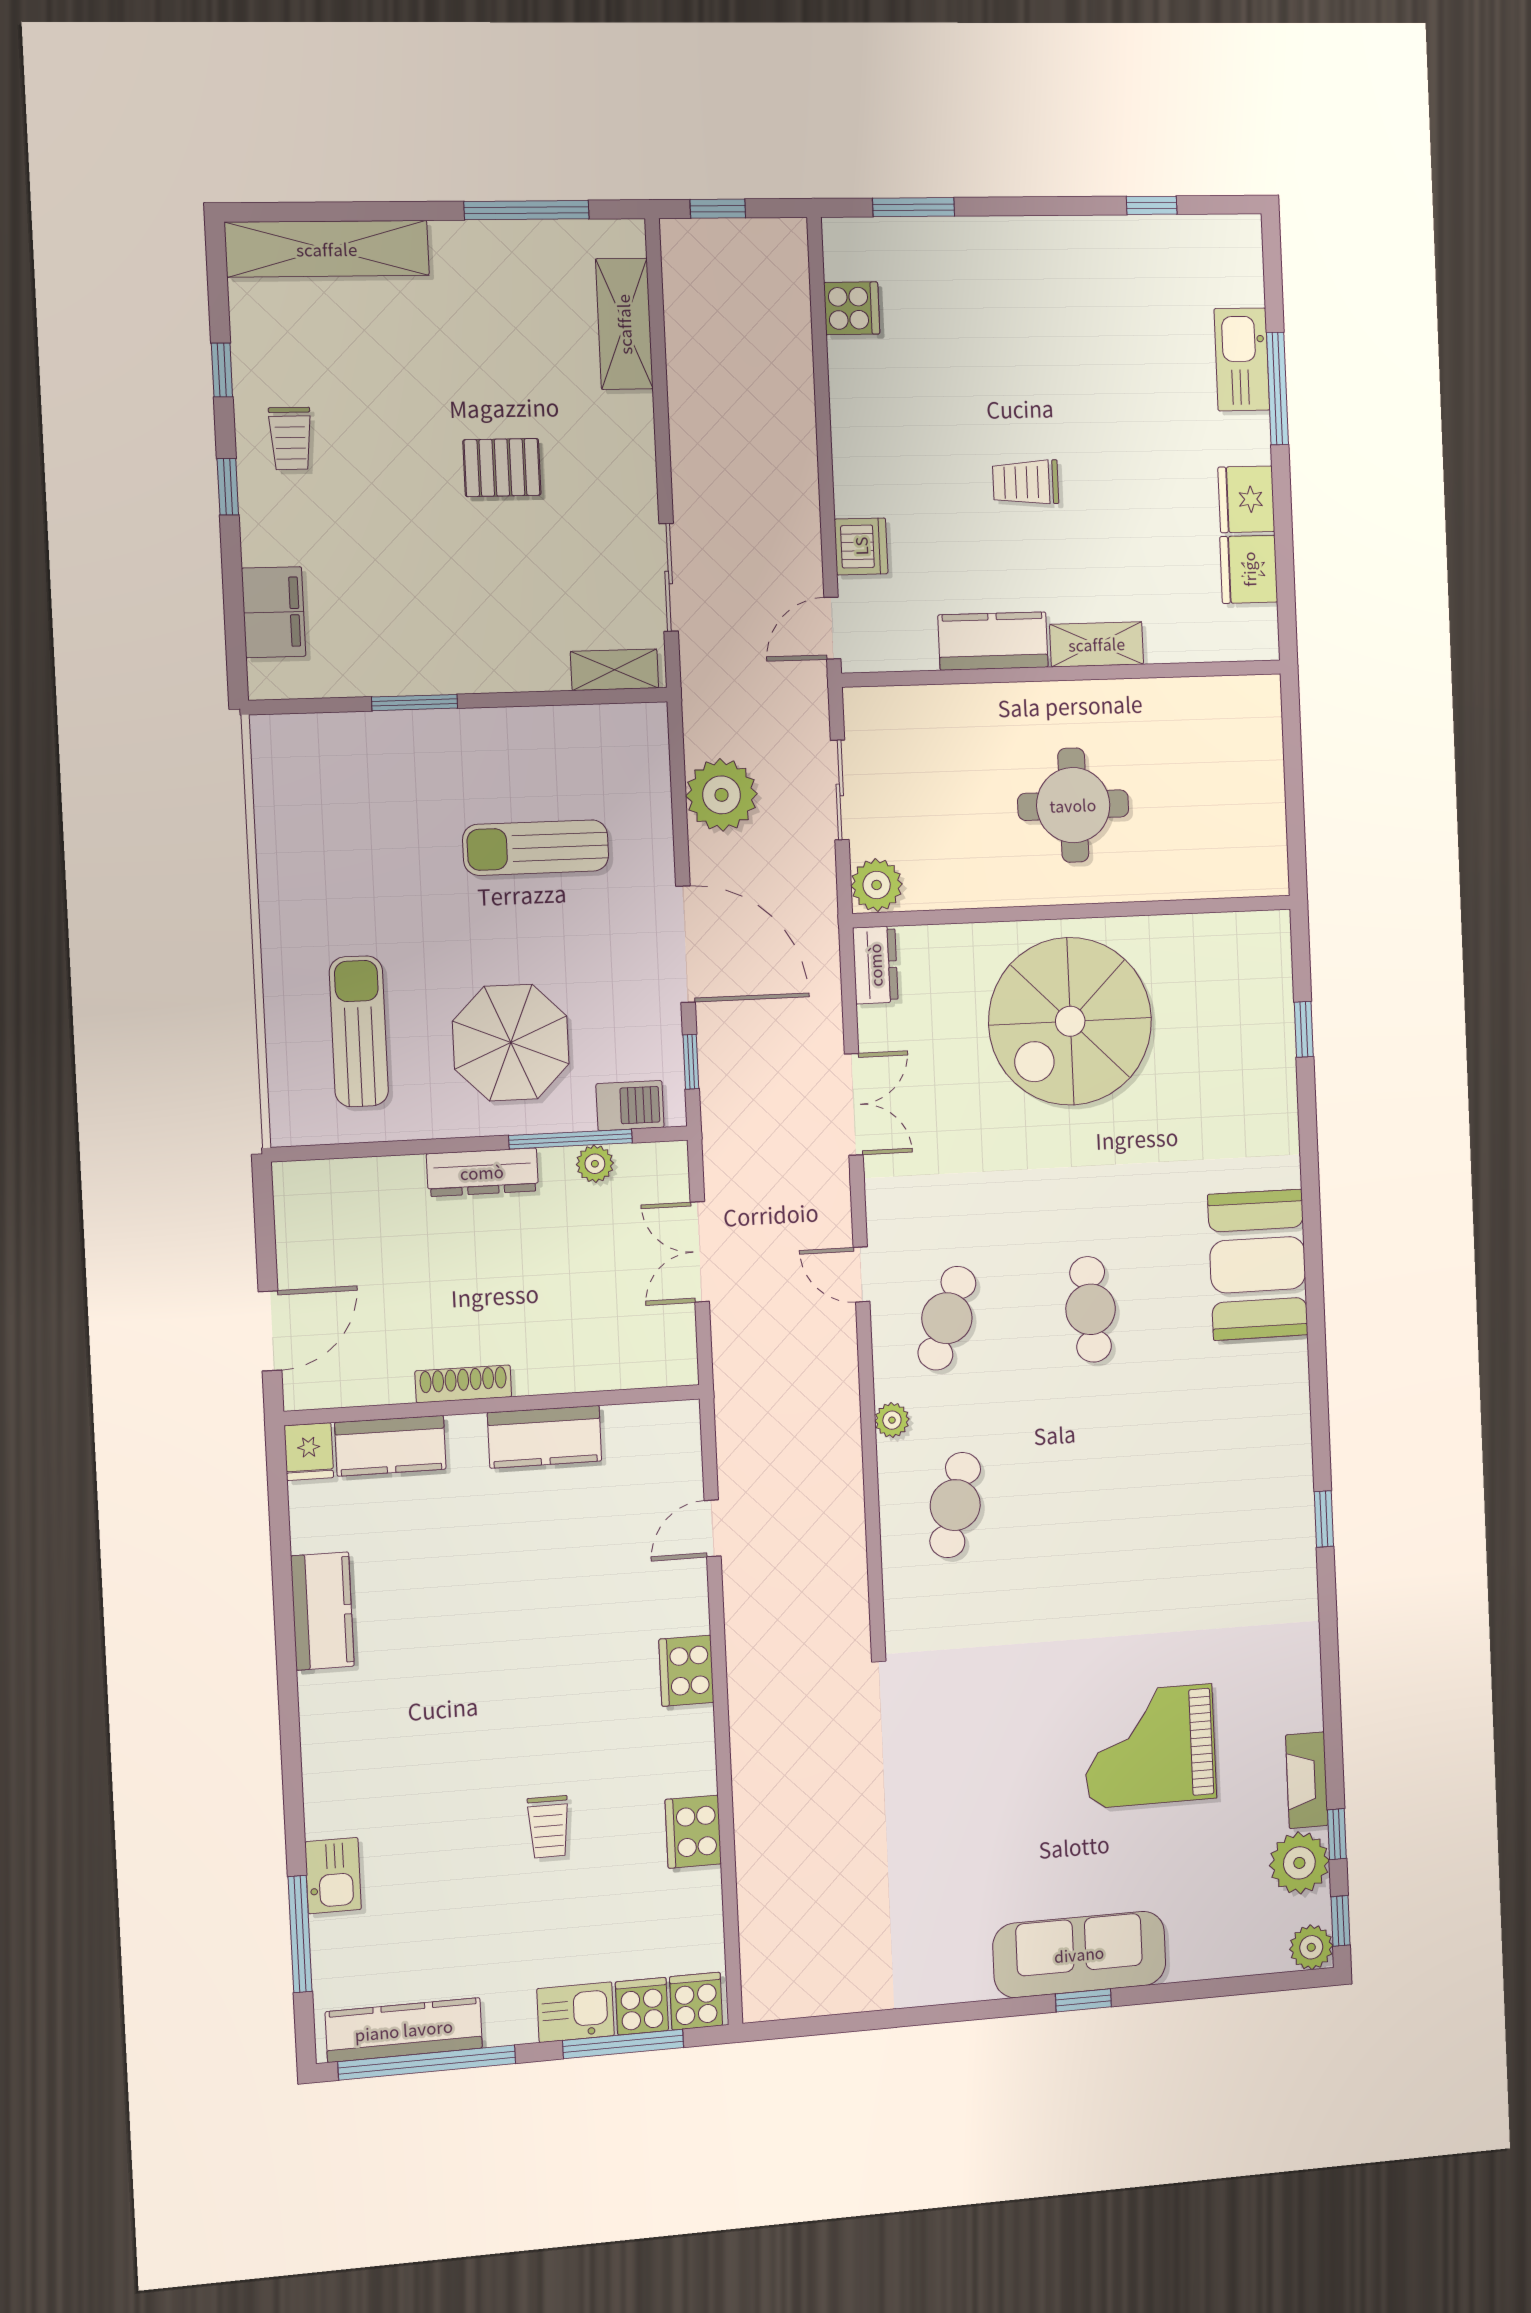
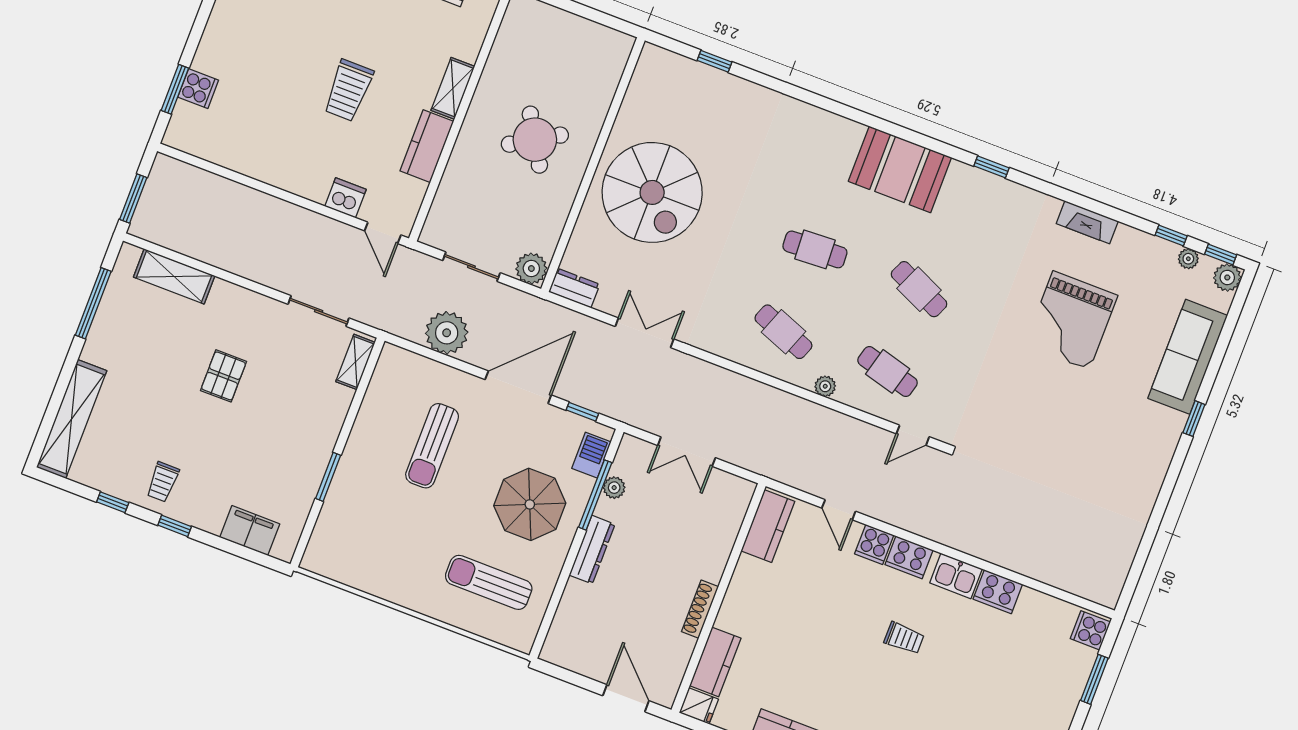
window: (718, 209) -> (133, 198), width x1.50
cooker: (852, 308) -> (198, 89), moved, turned 90
trolley: (290, 438) -> (163, 482), turned 90
trolley: (1026, 482) -> (348, 90), width x1.36, depth x1.39
round table: (1073, 805) -> (535, 140), turned -31
booth: (1258, 1265) -> (900, 169), moved
door: (861, 1274) -> (913, 435), moved
kitchen counter: (545, 1437) -> (768, 526), moved
cafe table: (1099, 1495) -> (919, 289), added
fireplace: (1307, 1780) -> (1087, 222), moved
trolley: (548, 1827) -> (904, 638), moved
plant: (1299, 1863) -> (1188, 259), width x0.53, depth x0.53
sofa: (1079, 1954) -> (1188, 357), moved
cooker: (642, 2006) -> (874, 544), moved, turned -90
kitchen sink: (576, 2012) -> (956, 576), moved, turned -90
window: (623, 2044) -> (1094, 679), width x0.69

